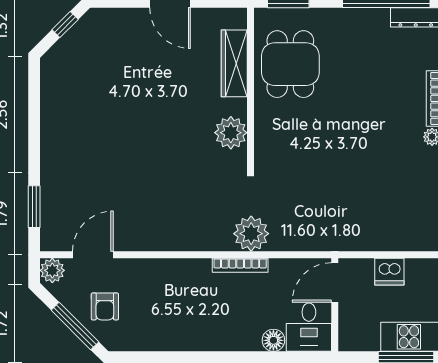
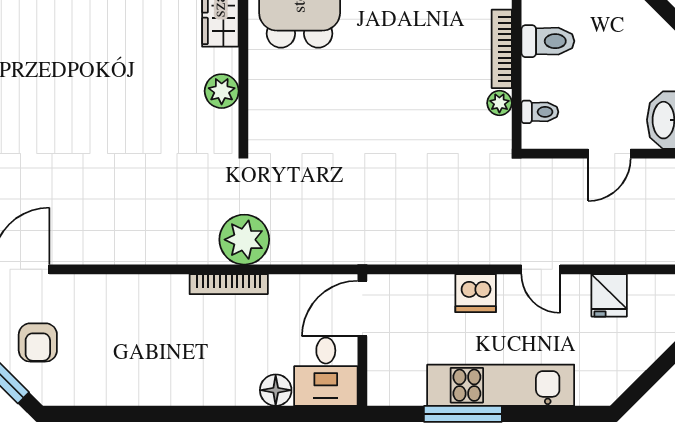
plant: (231, 133) -> (222, 91), width x0.73, depth x0.73
dishwasher: (389, 272) -> (476, 293), moved

